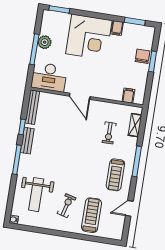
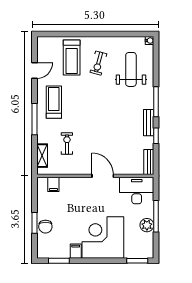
bench: (32, 107) -> (149, 162), width x0.73

